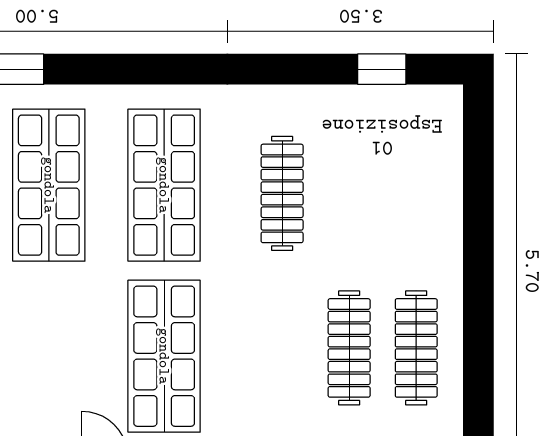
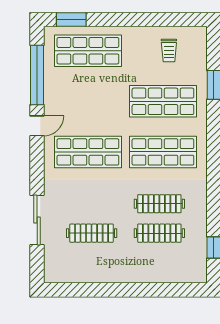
clothes rail: (416, 348) -> (159, 233), moved

